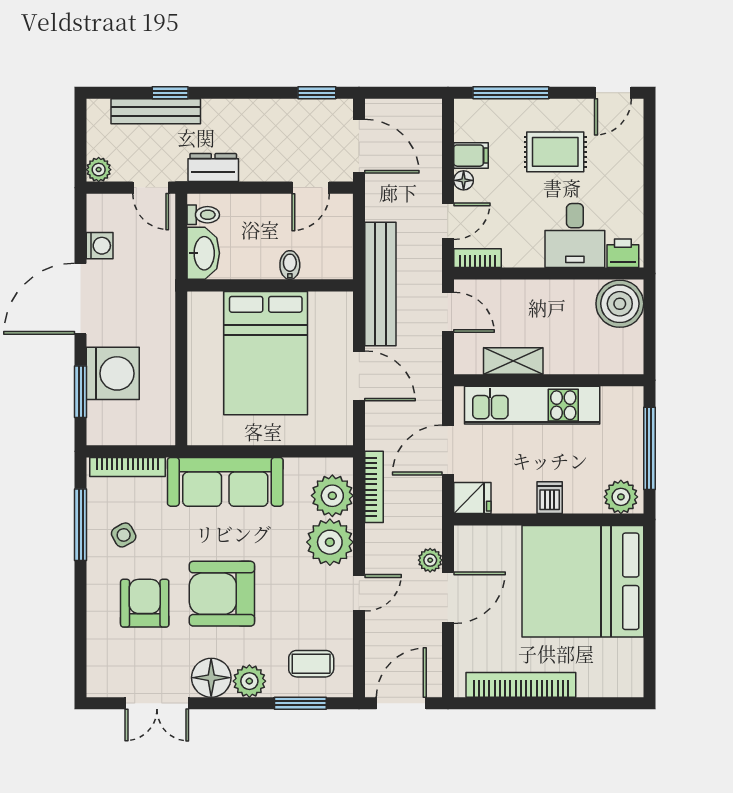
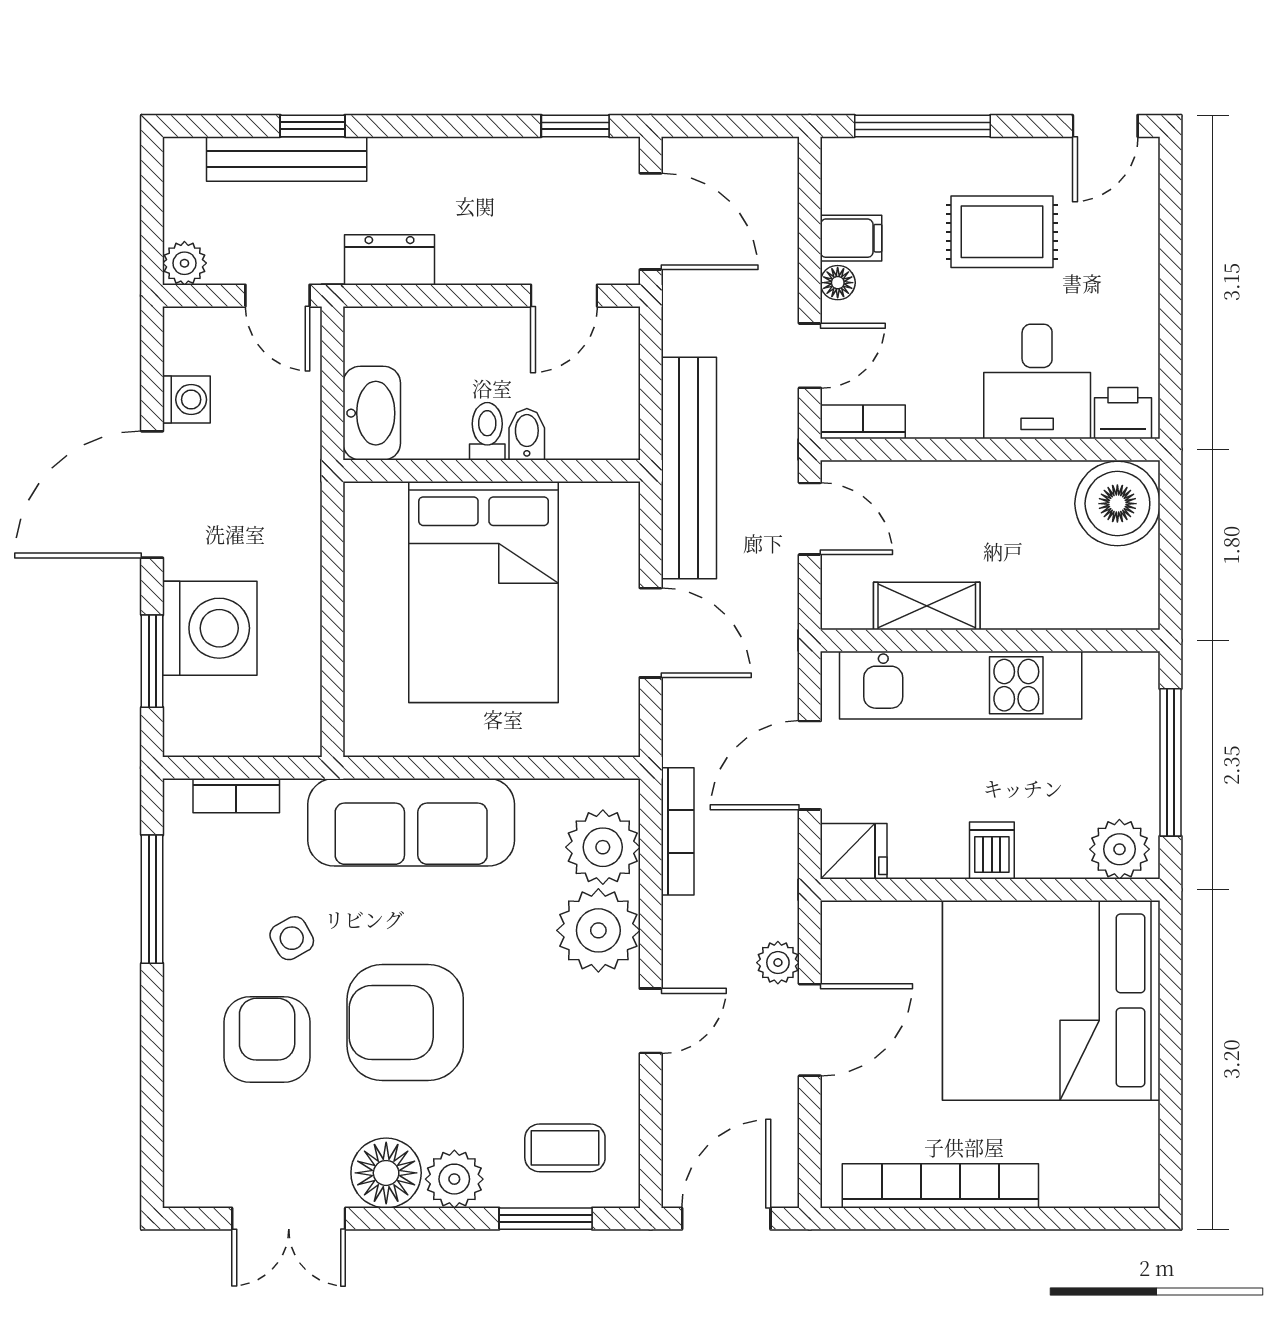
toilet: (203, 215) -> (487, 431), moved, turned -90
bookcase: (128, 467) -> (236, 796), width x0.64
side table: (124, 535) -> (292, 938), moved

